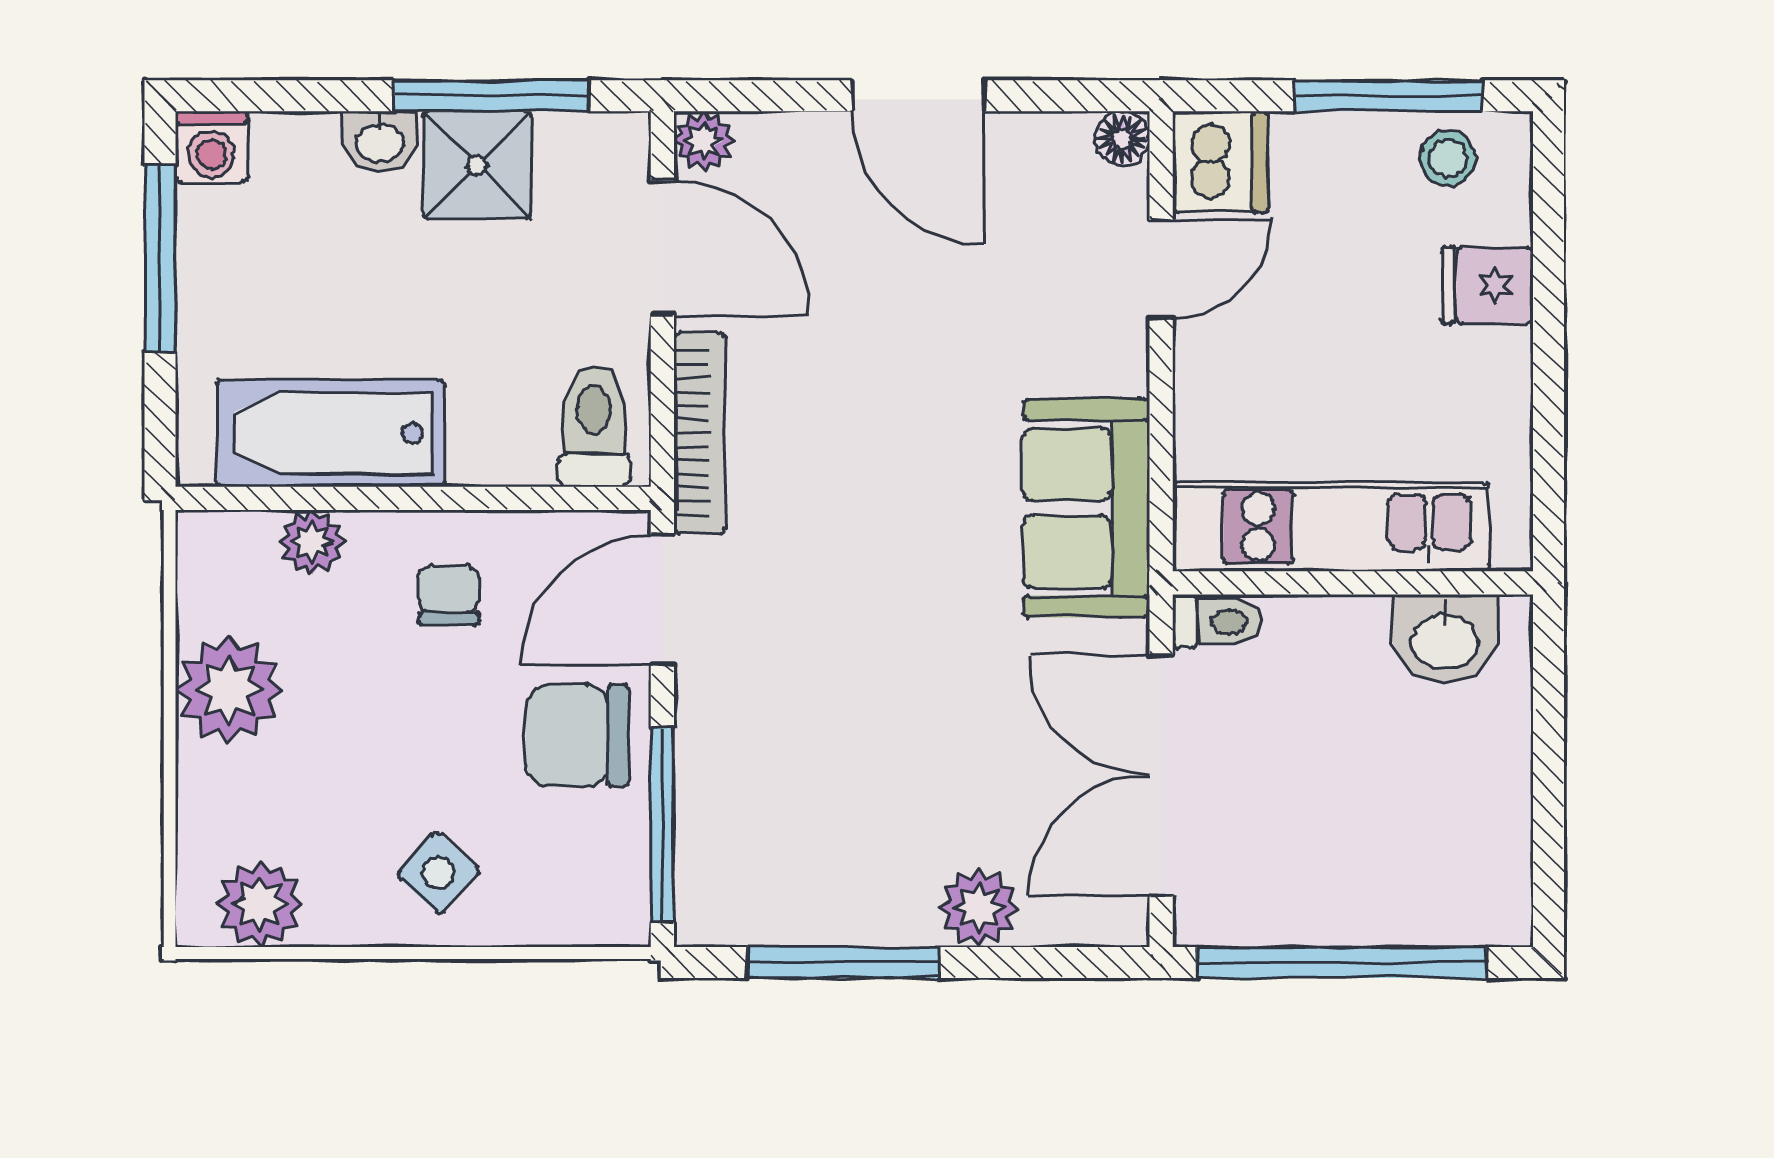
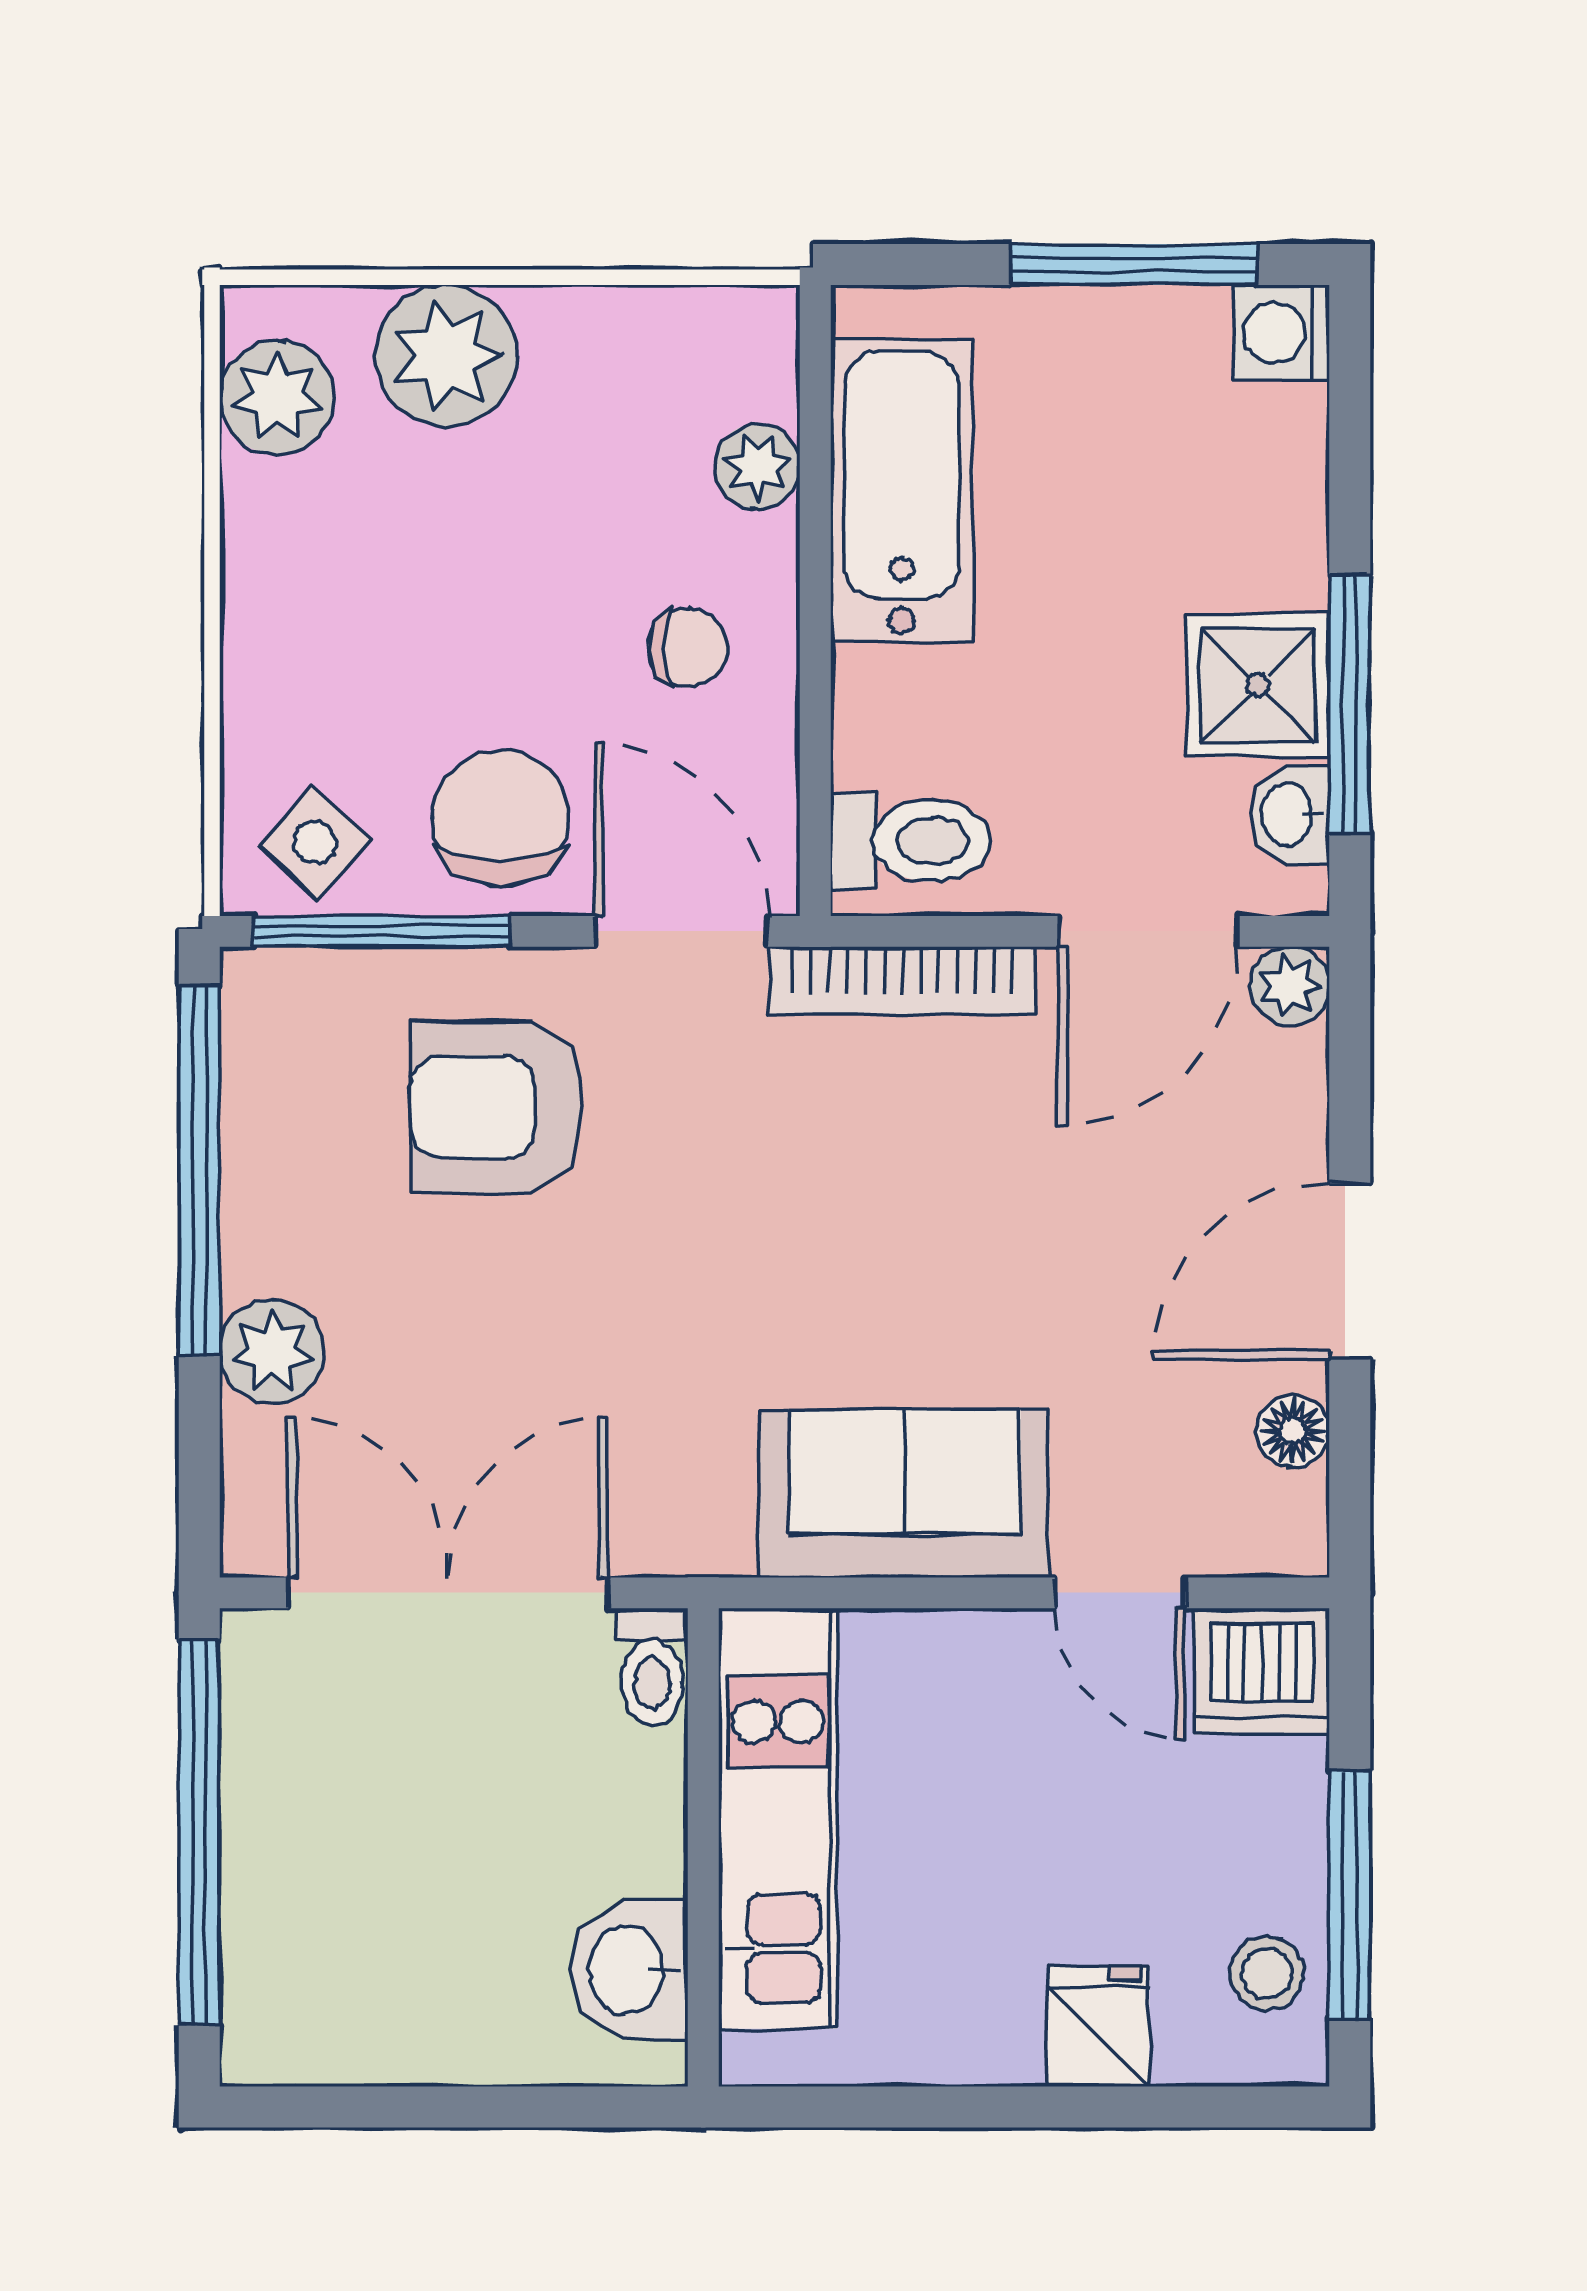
floor lamp: (1122, 138) -> (1293, 1431), moved
washbasin: (380, 141) -> (1289, 814), moved
sofa: (1086, 508) -> (904, 1494), moved
plant: (229, 690) -> (446, 356), moved
armchair: (795, 738) -> (497, 1107), added
side table: (438, 873) -> (315, 842), moved
window: (843, 963) -> (199, 1171), width x1.46

